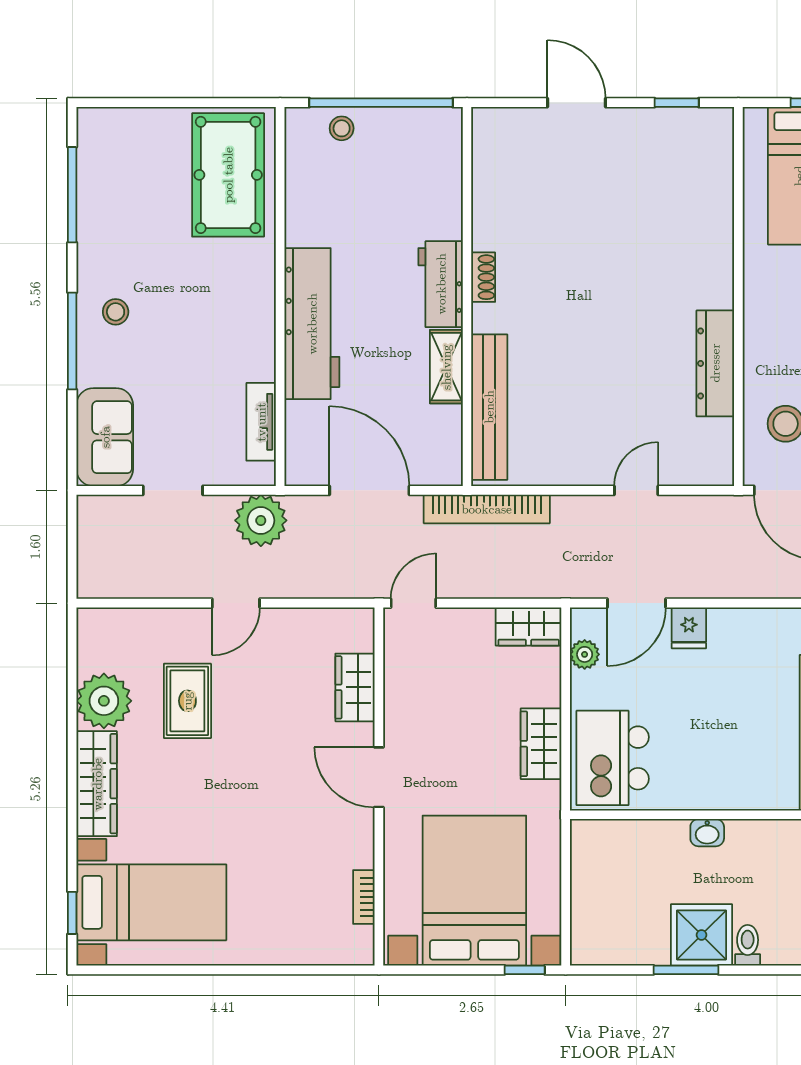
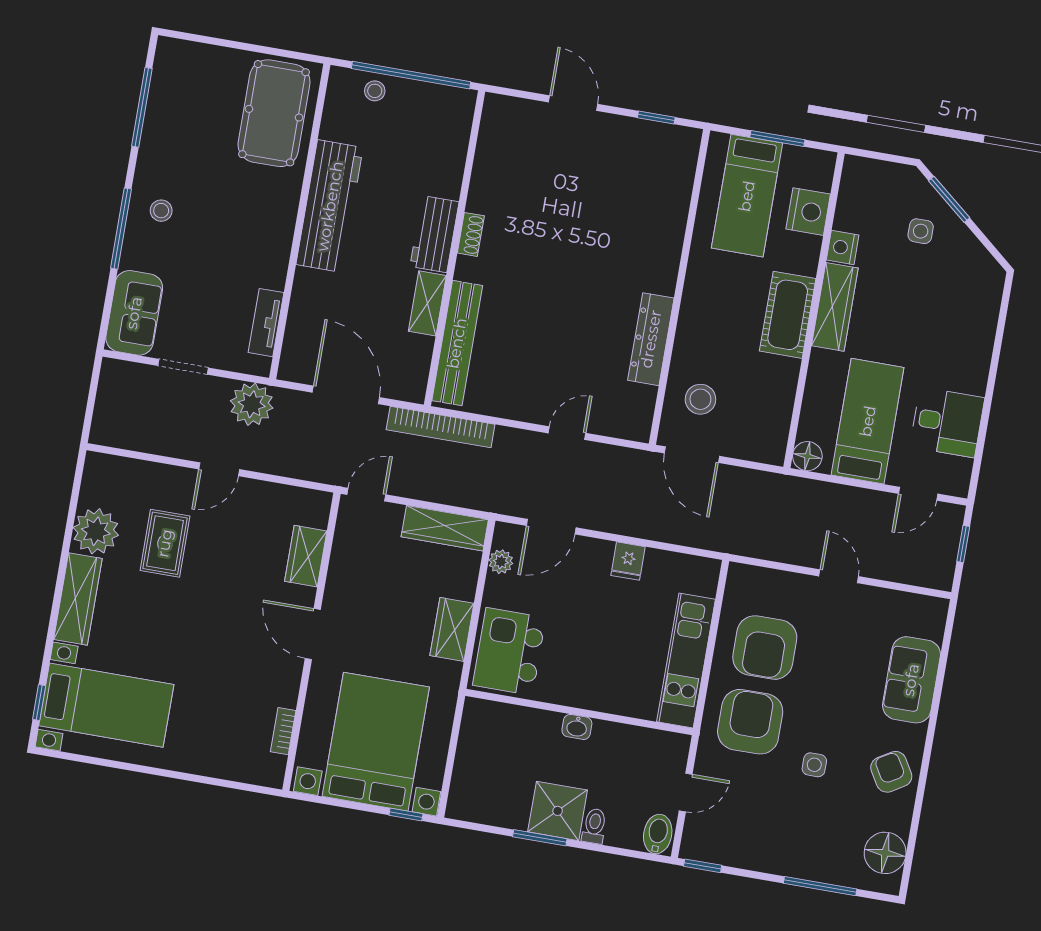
workbench: (312, 324) -> (330, 206), moved
wardrobe: (529, 627) -> (445, 528), width x1.50
fridge: (689, 628) -> (628, 561), moved

